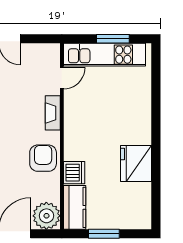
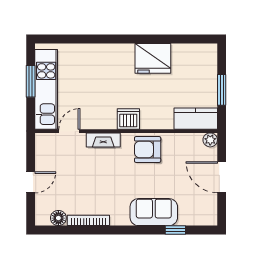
door: (62, 78) -> (69, 131), hinge flipped
dishwasher: (74, 173) -> (128, 119), moved
plant: (46, 216) -> (210, 140), width x0.53, depth x0.53

